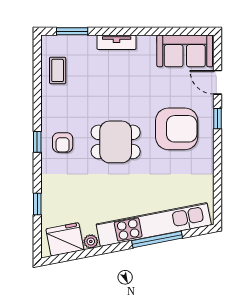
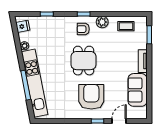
sofa: (185, 51) -> (138, 90), moved
plant: (51, 111) -> (102, 22), added
armchair: (177, 129) -> (91, 97), turned 180
fridge: (65, 239) -> (23, 26), width x0.53, depth x0.75

